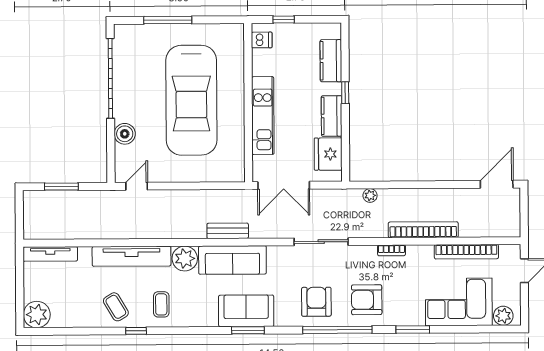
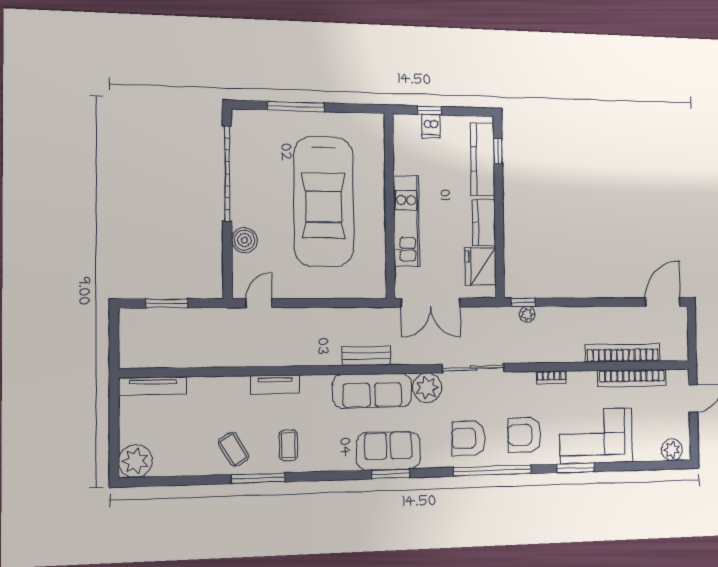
dishwasher: (262, 40) -> (431, 126), moved, turned 90
kitchen counter: (331, 61) -> (483, 159), width x1.50
window: (345, 93) -> (498, 151), moved
window: (367, 185) -> (523, 302), added
bookcase: (423, 230) -> (623, 353), moved
tv unit: (132, 256) -> (275, 385), width x0.52, depth x0.78
plant: (185, 259) -> (427, 388), moved
armchair: (316, 302) -> (469, 438), turned -90
corner sofa: (459, 302) -> (596, 436), moved
window: (136, 331) -> (258, 478), width x2.17

